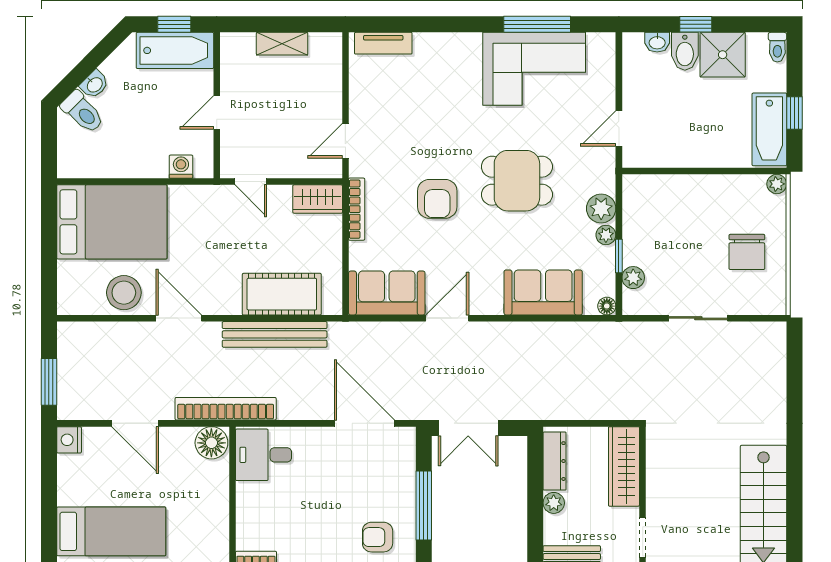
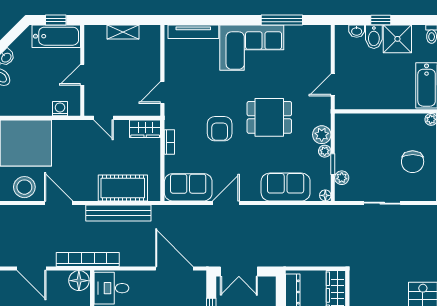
tv unit: (383, 43) -> (193, 32), width x1.41
corner sofa: (534, 69) -> (252, 48), moved
bookcase: (357, 209) -> (169, 142), width x0.64

